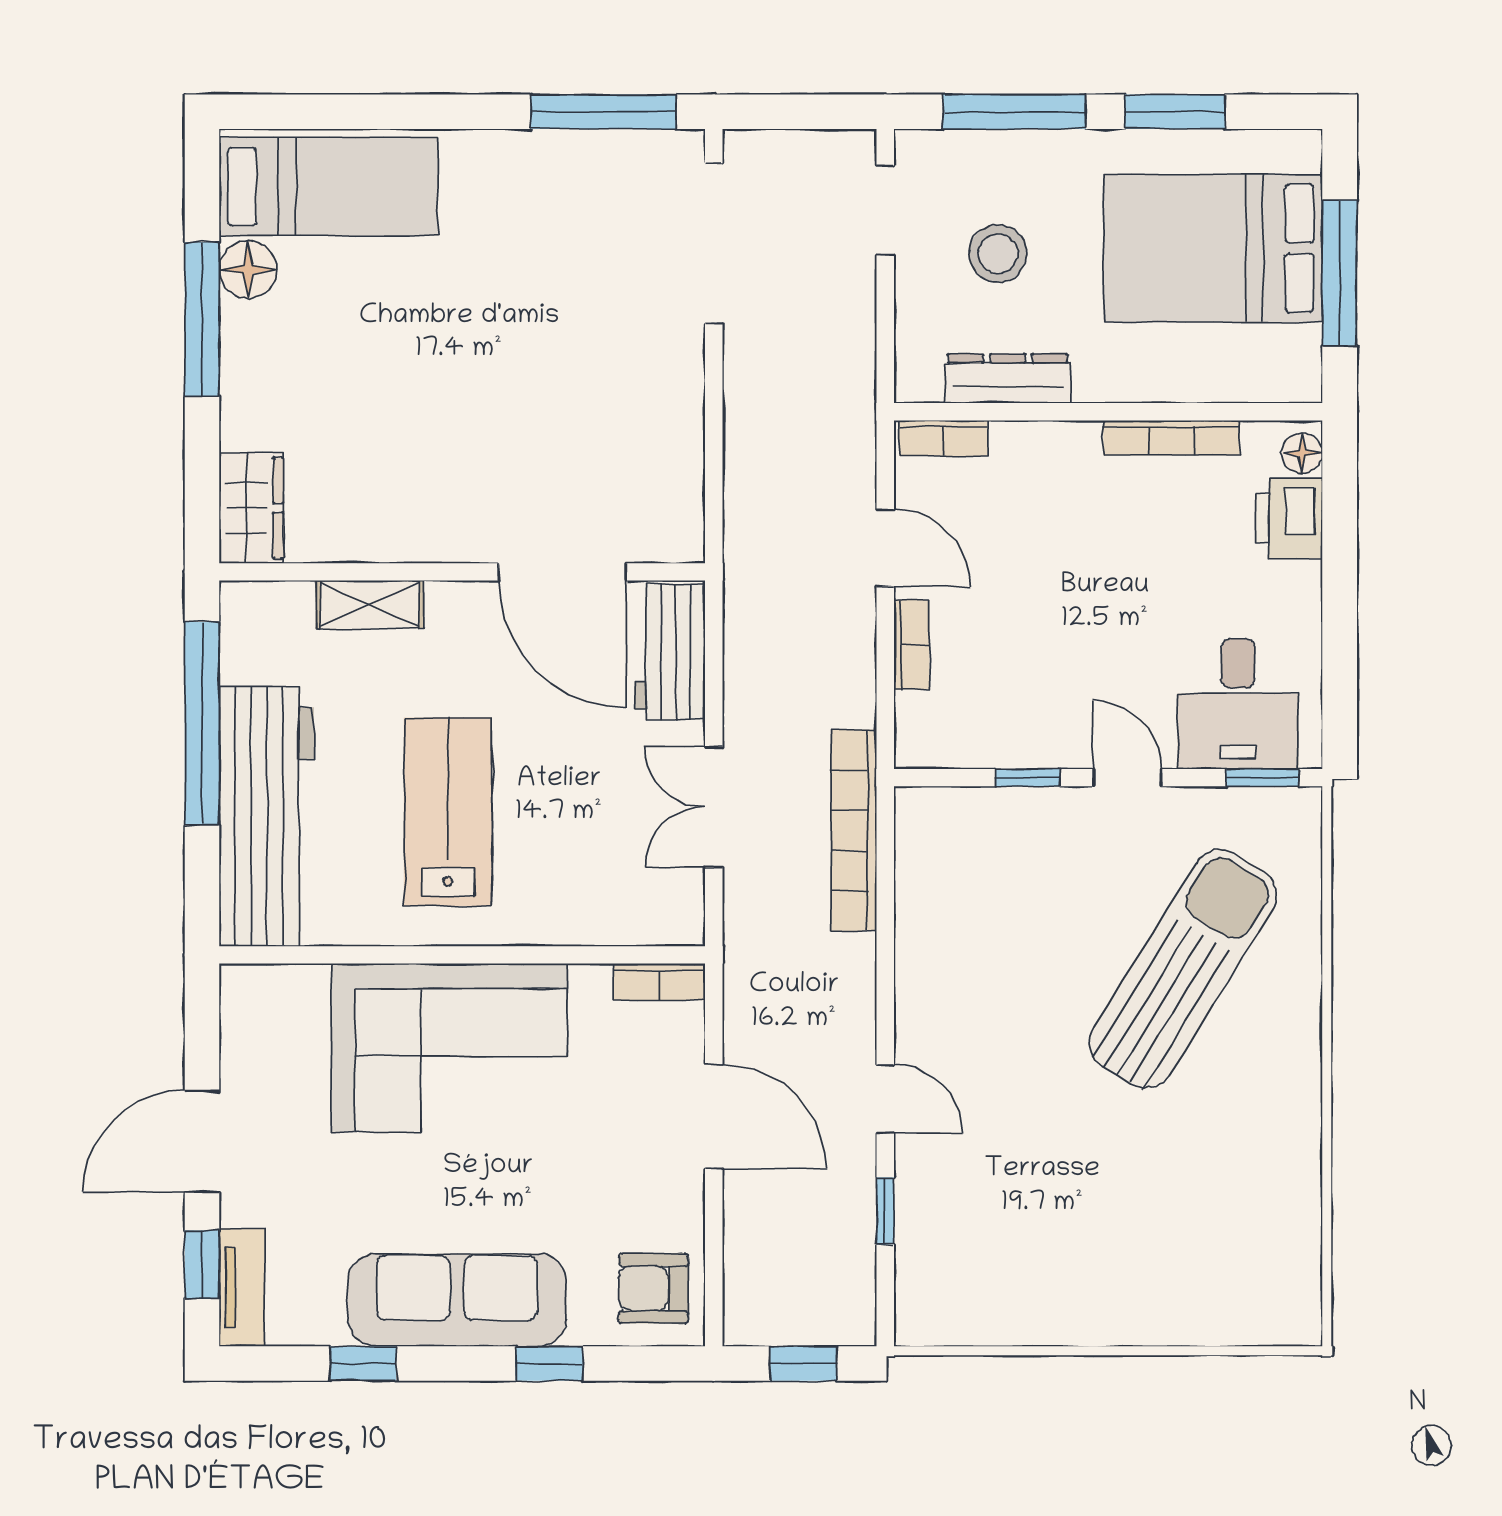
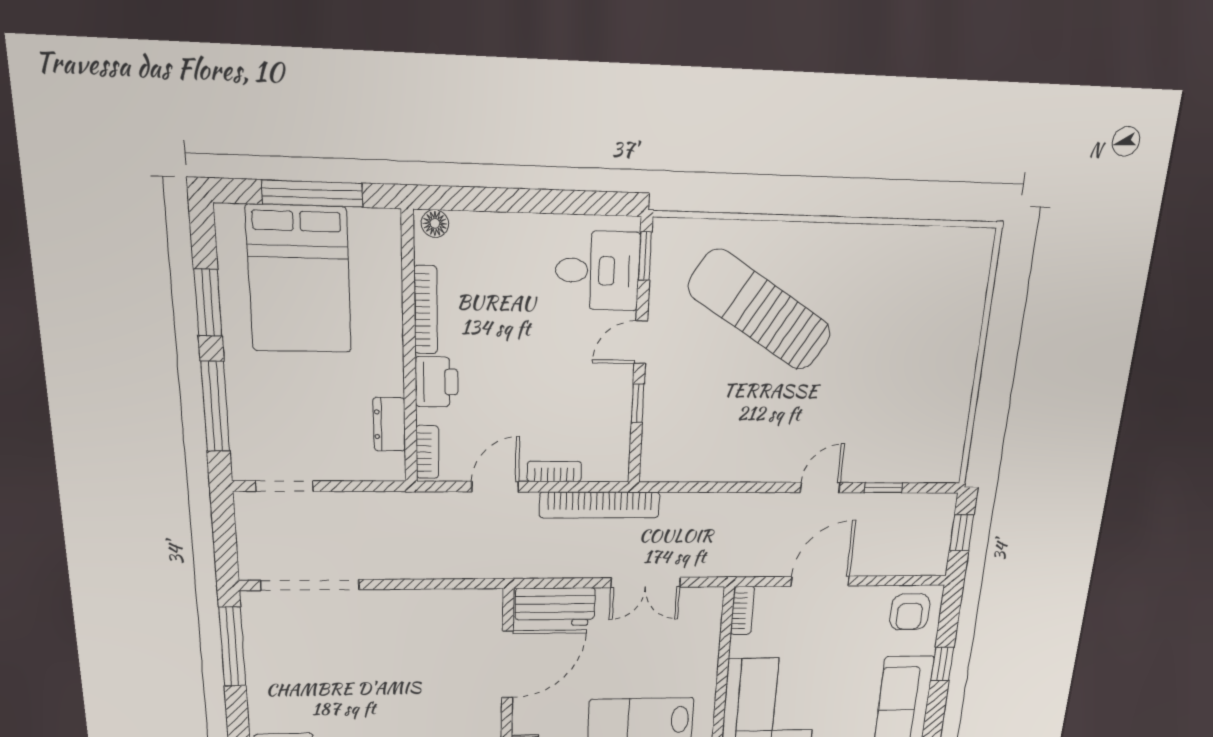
stool: (998, 254) -> (309, 418), removed
dresser: (1008, 379) -> (389, 424), width x0.70
printer: (1289, 518) -> (437, 382), moved, turned -90
bookcase: (854, 830) -> (600, 505), moved

